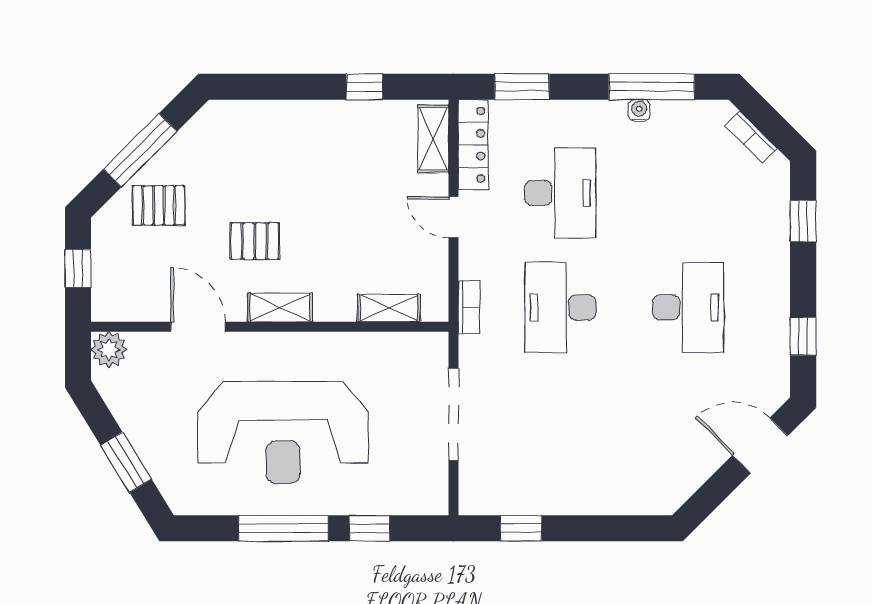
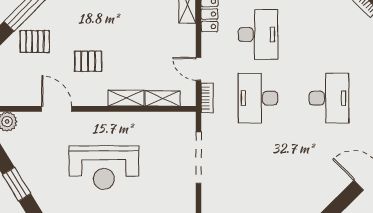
door: (453, 217) -> (199, 69), moved
shelving: (280, 307) -> (126, 98), moved
reception desk: (283, 432) -> (104, 168), width x0.74, depth x0.77

